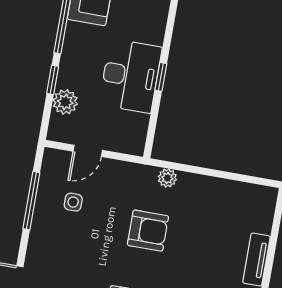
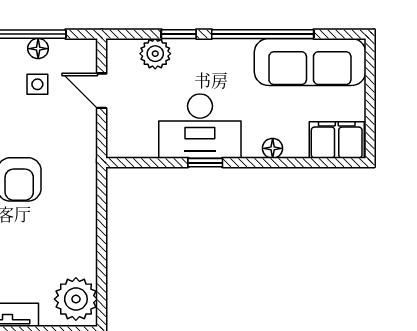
floor lamp: (159, 20) -> (273, 148), added
plant: (167, 178) -> (76, 299), moved, width x1.88, depth x1.88
floor lamp: (44, 196) -> (38, 49), added

